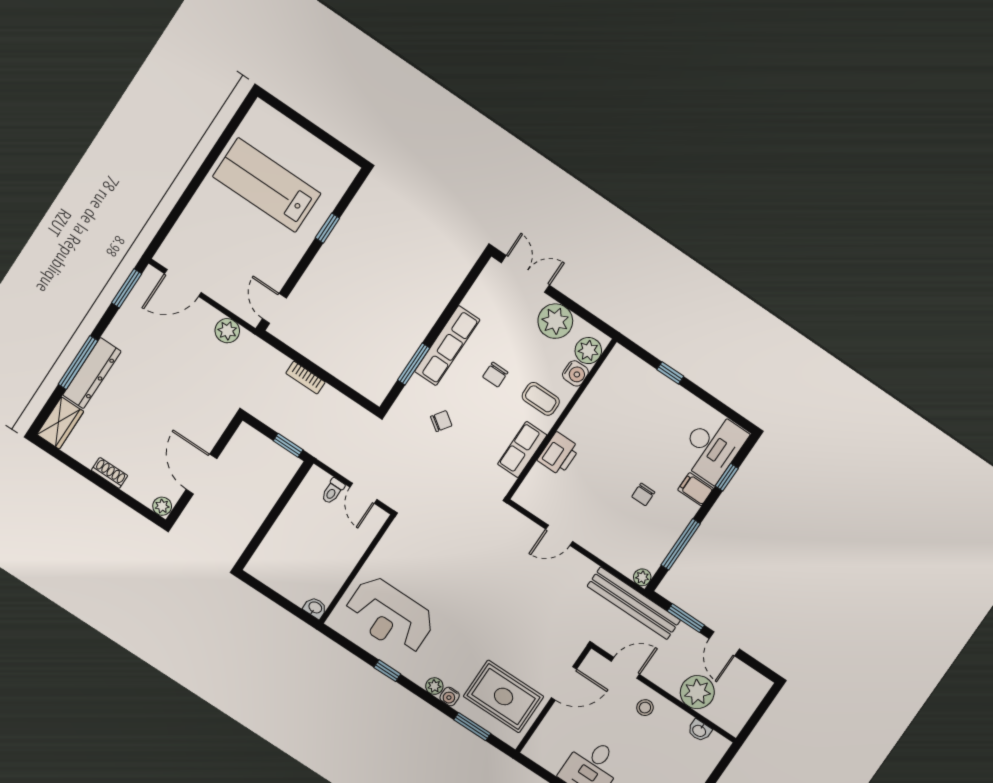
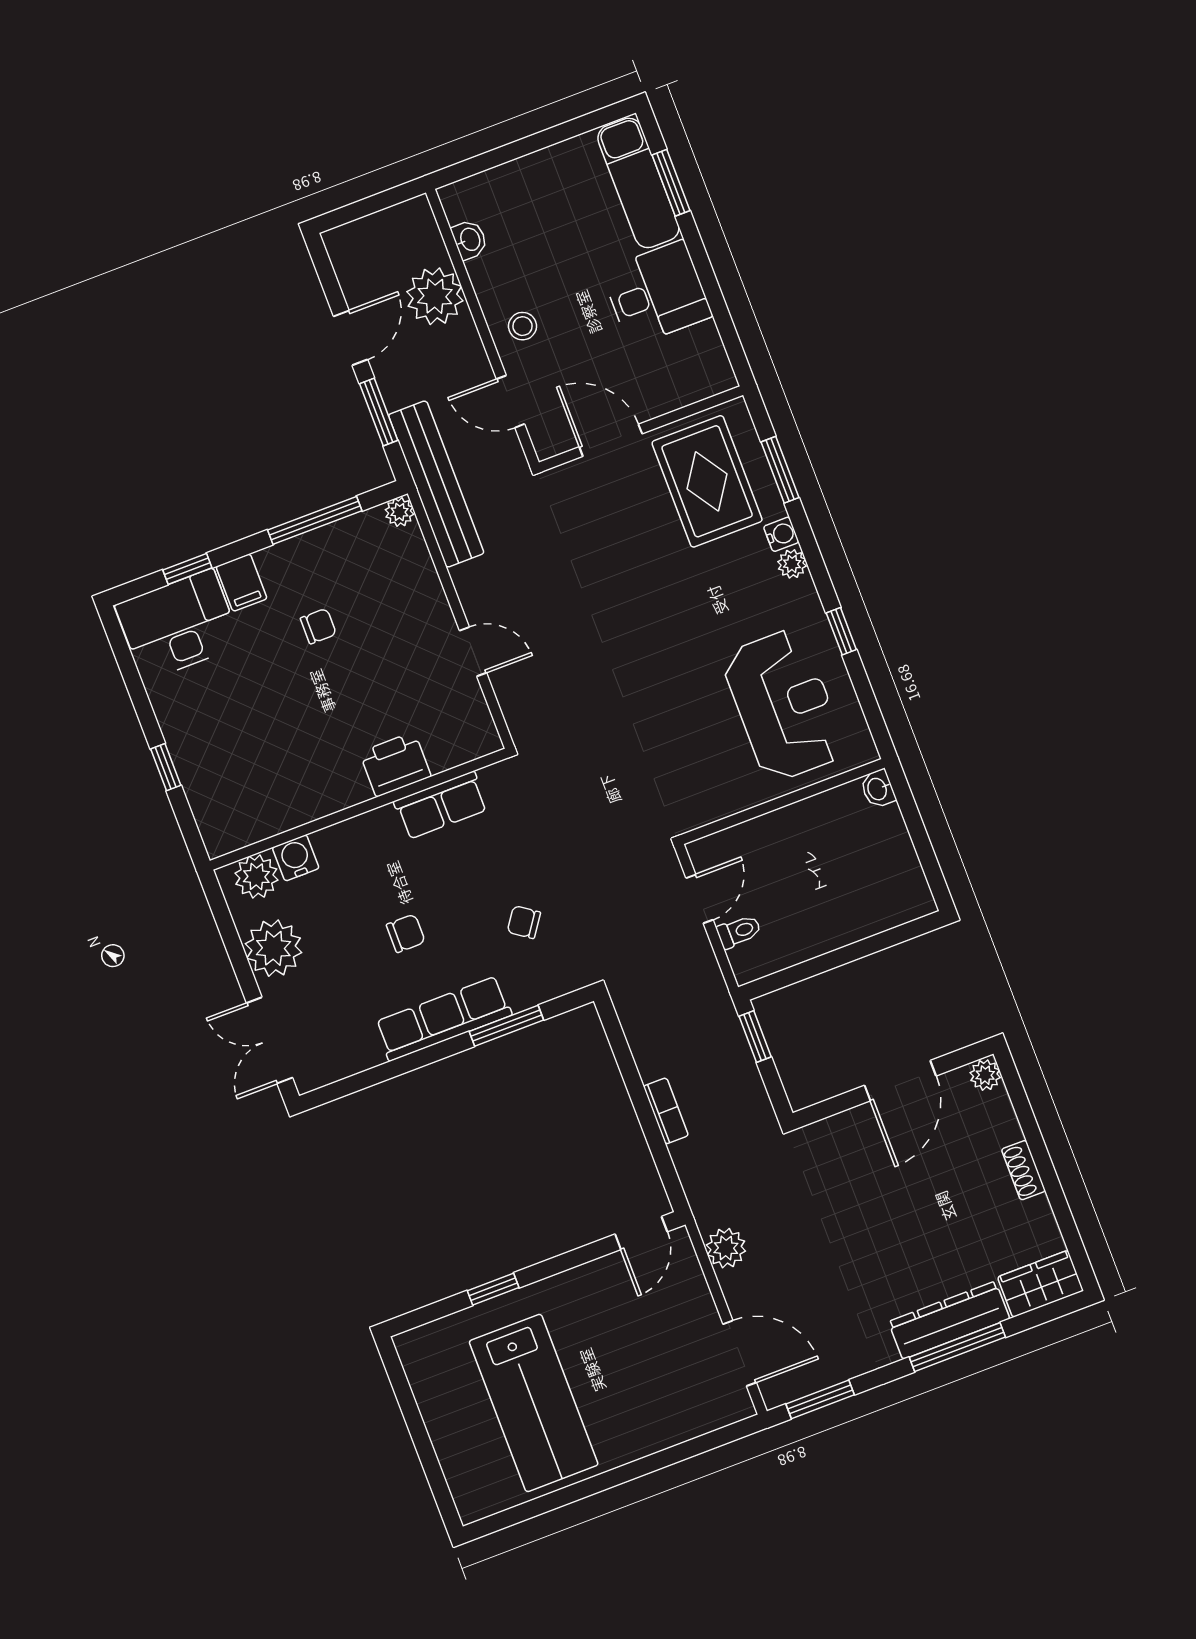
coffee table: (541, 399) -> (367, 857), removed

